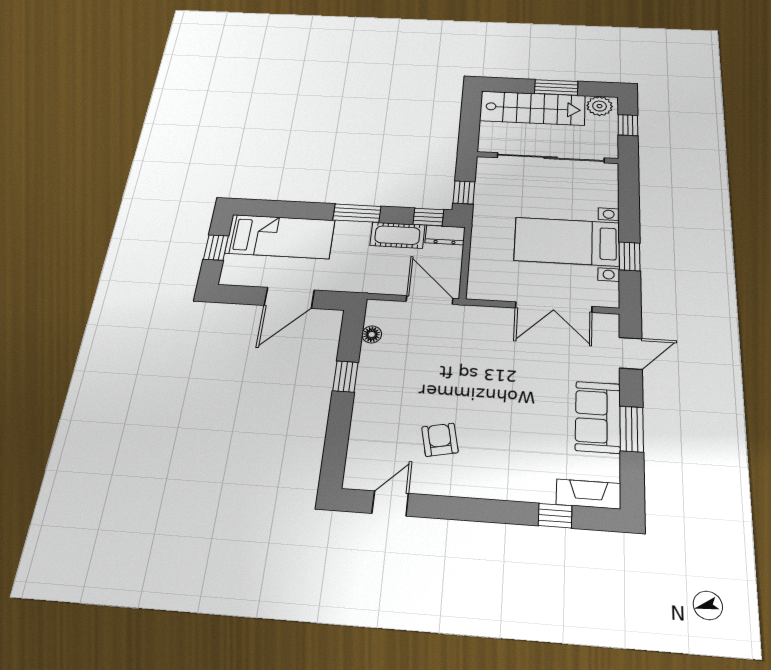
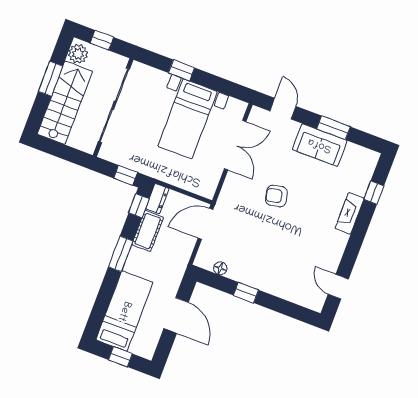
window: (630, 256) -> (181, 70), moved
armchair: (440, 440) -> (276, 196), moved
fireplace: (588, 494) -> (350, 213), moved

